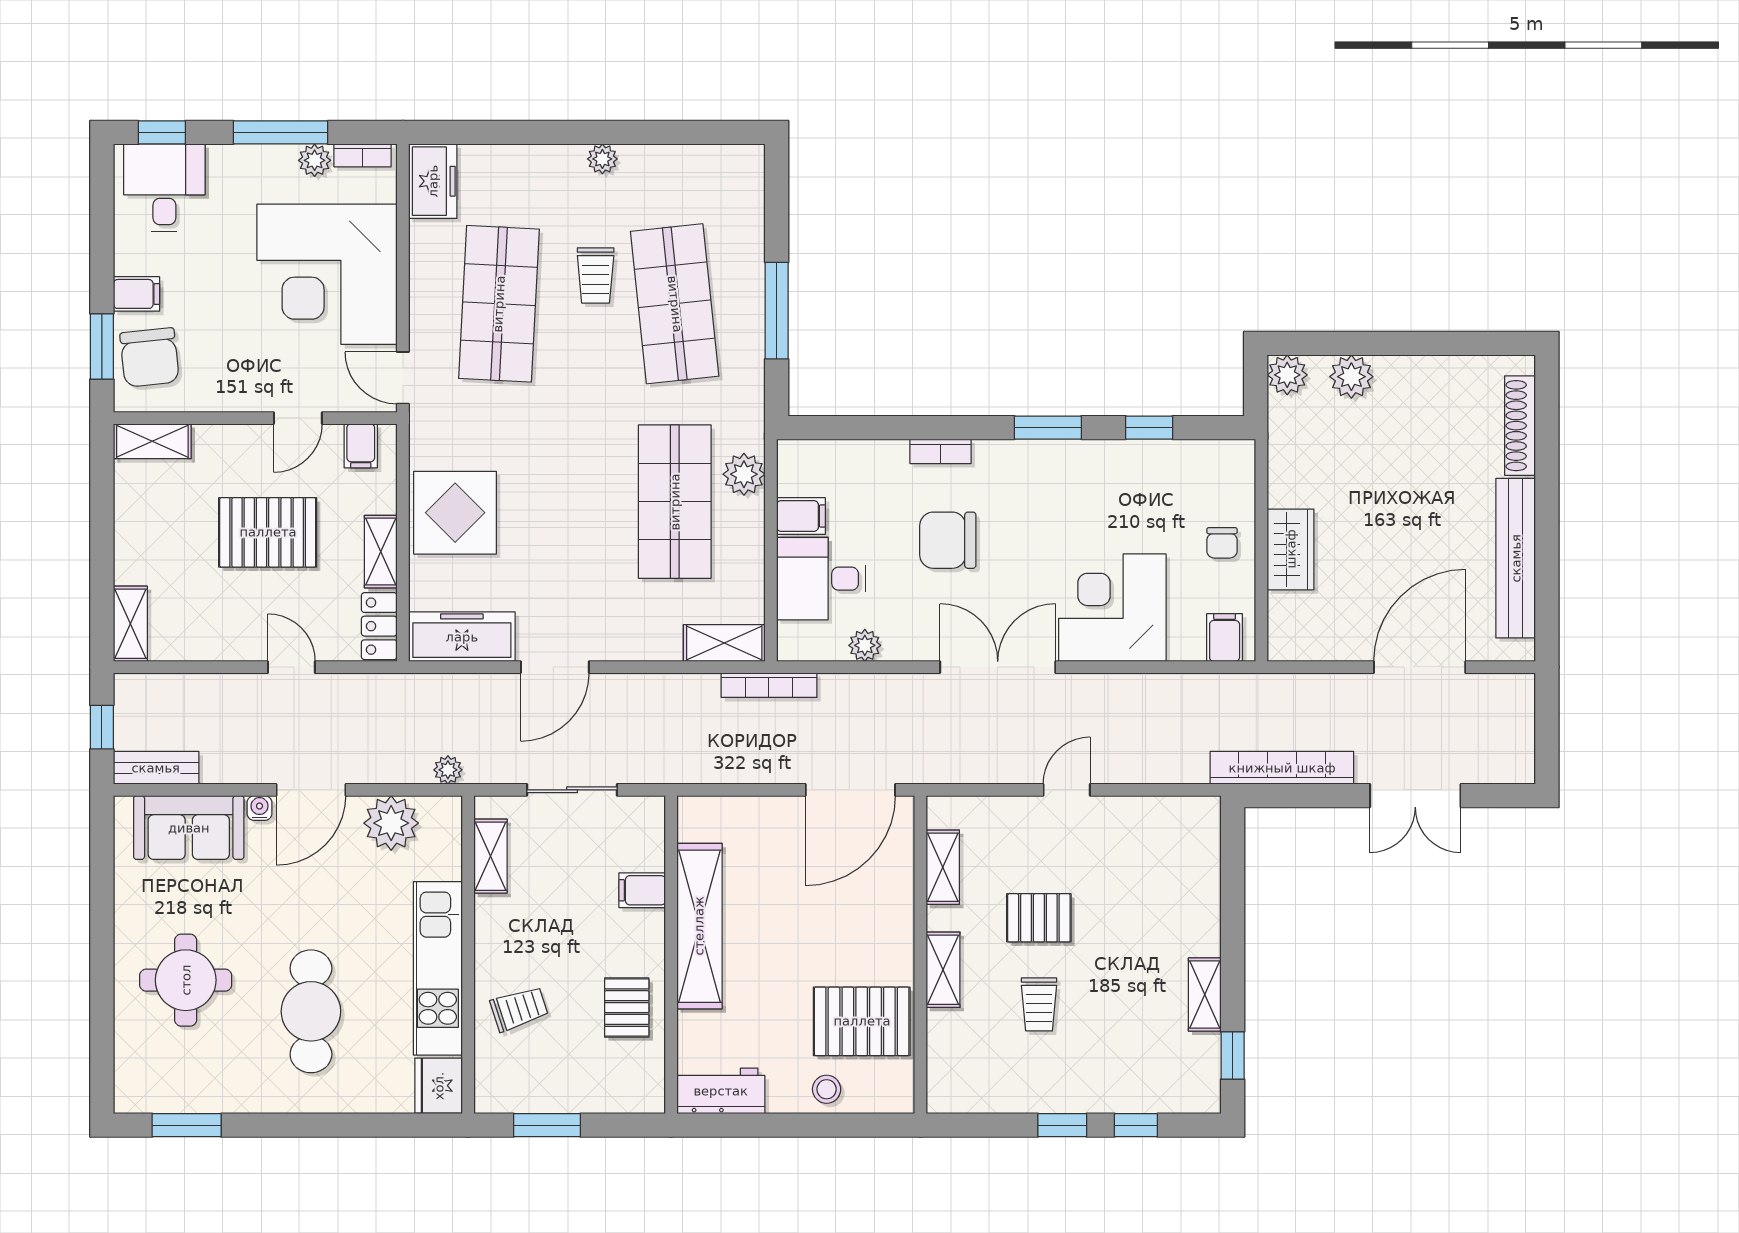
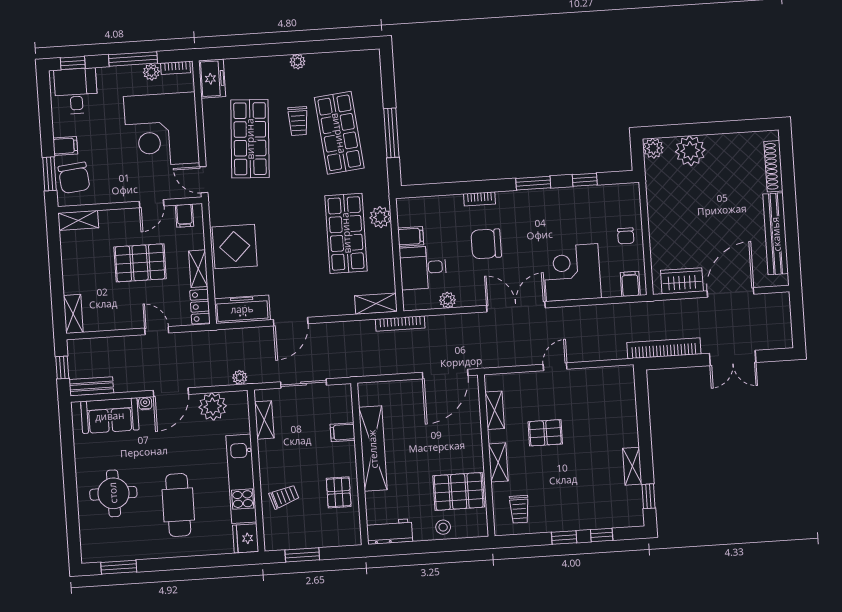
plant: (1351, 377) -> (690, 151), width x1.36, depth x1.36
wardrobe: (1291, 549) -> (682, 281), moved, turned -90
trolley: (1039, 1004) -> (519, 509), moved

